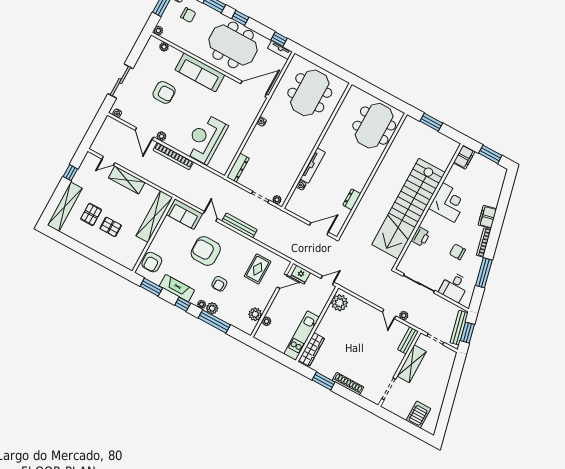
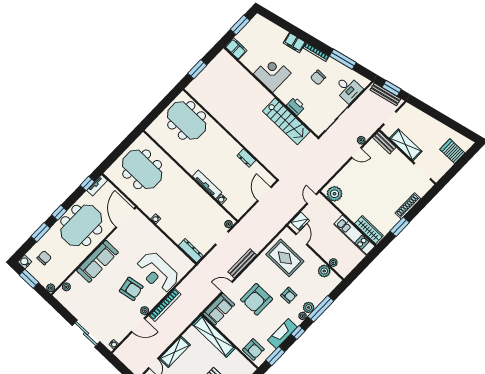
armchair: (164, 92) -> (131, 289), moved, turned 80
stairs: (408, 209) -> (286, 121), width x0.54, depth x0.66
rug: (258, 269) -> (285, 258), width x1.36, depth x1.43

